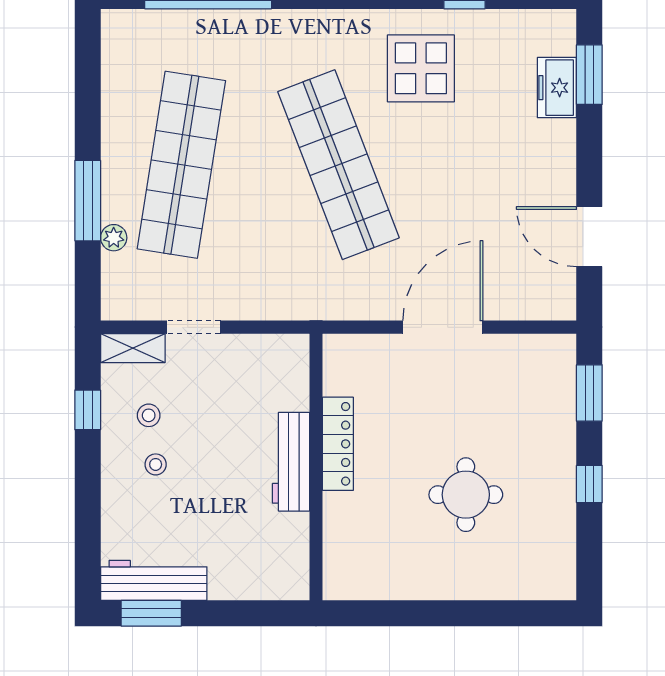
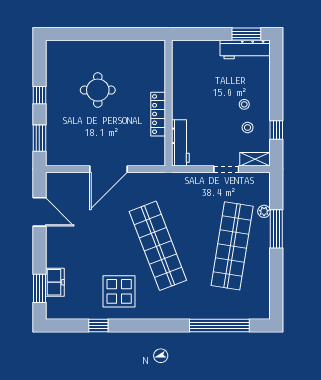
workbench: (291, 462) -> (180, 143), moved

